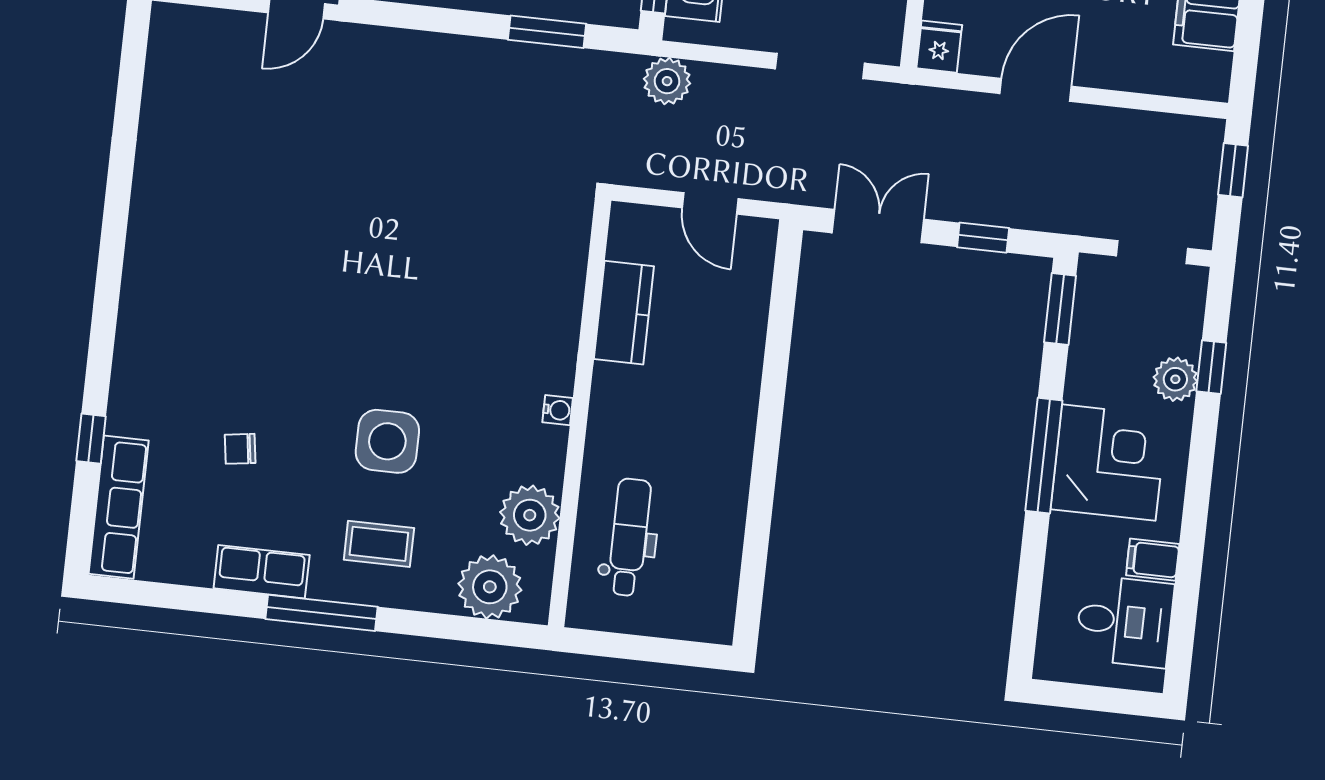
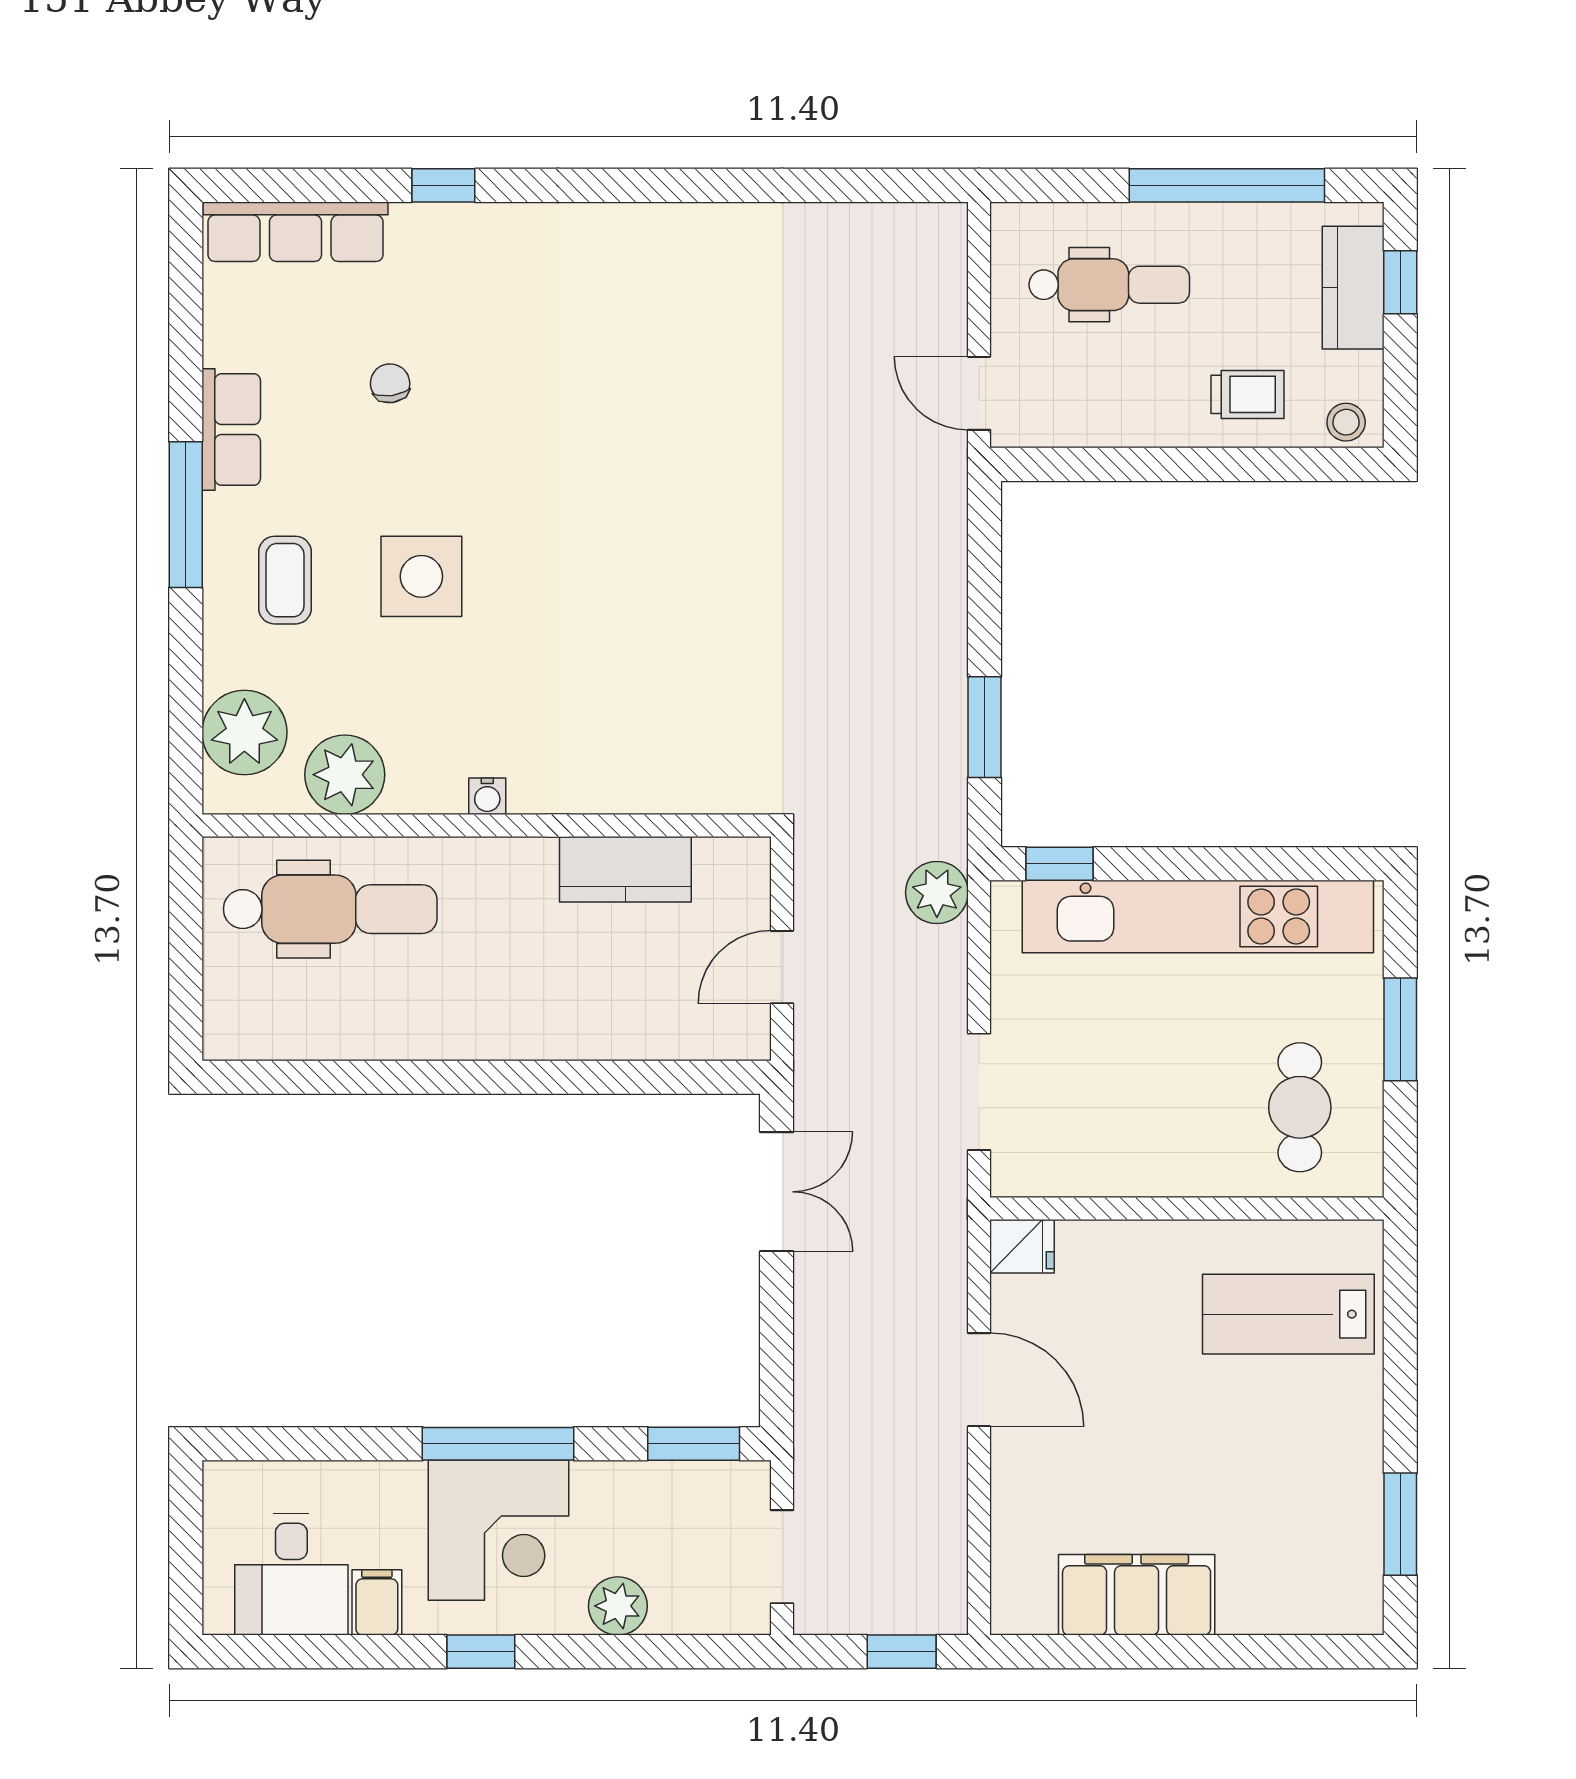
window: (983, 238) -> (777, 1332), removed
window: (1211, 367) -> (481, 1652), moved
window: (91, 439) -> (443, 185), moved
dental chair: (629, 537) -> (330, 909), width x1.36, depth x1.38

